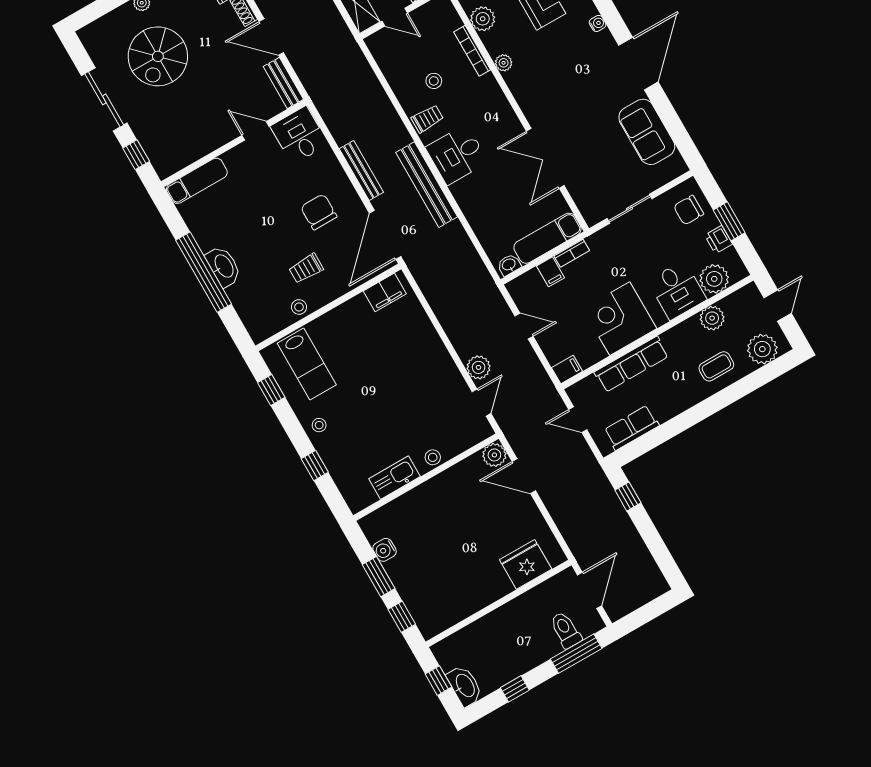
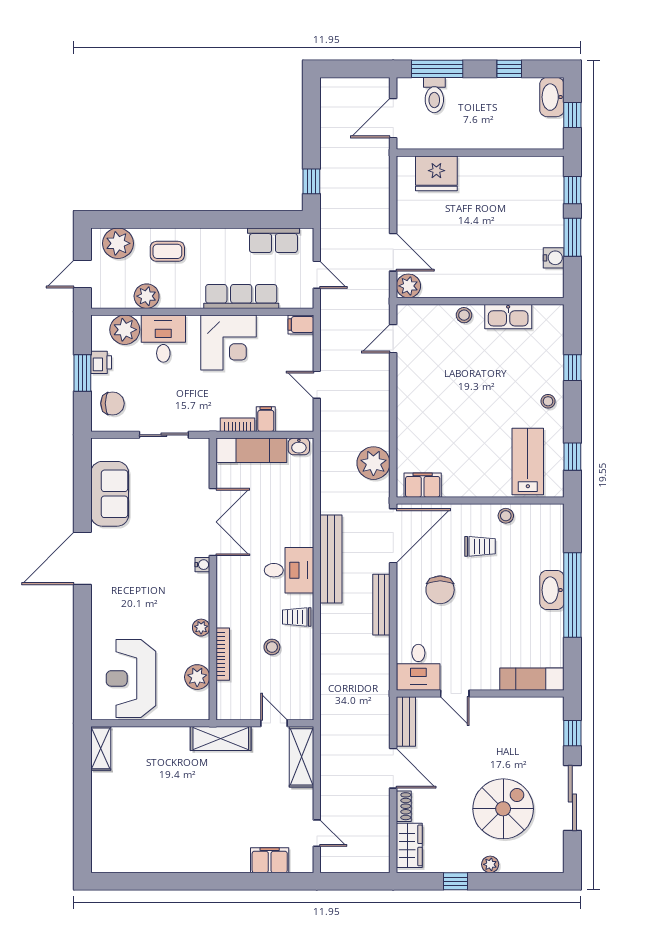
water cooler: (598, 23) -> (202, 565), moved, turned 180
plant: (479, 367) -> (373, 463), moved, width x1.36, depth x1.36

